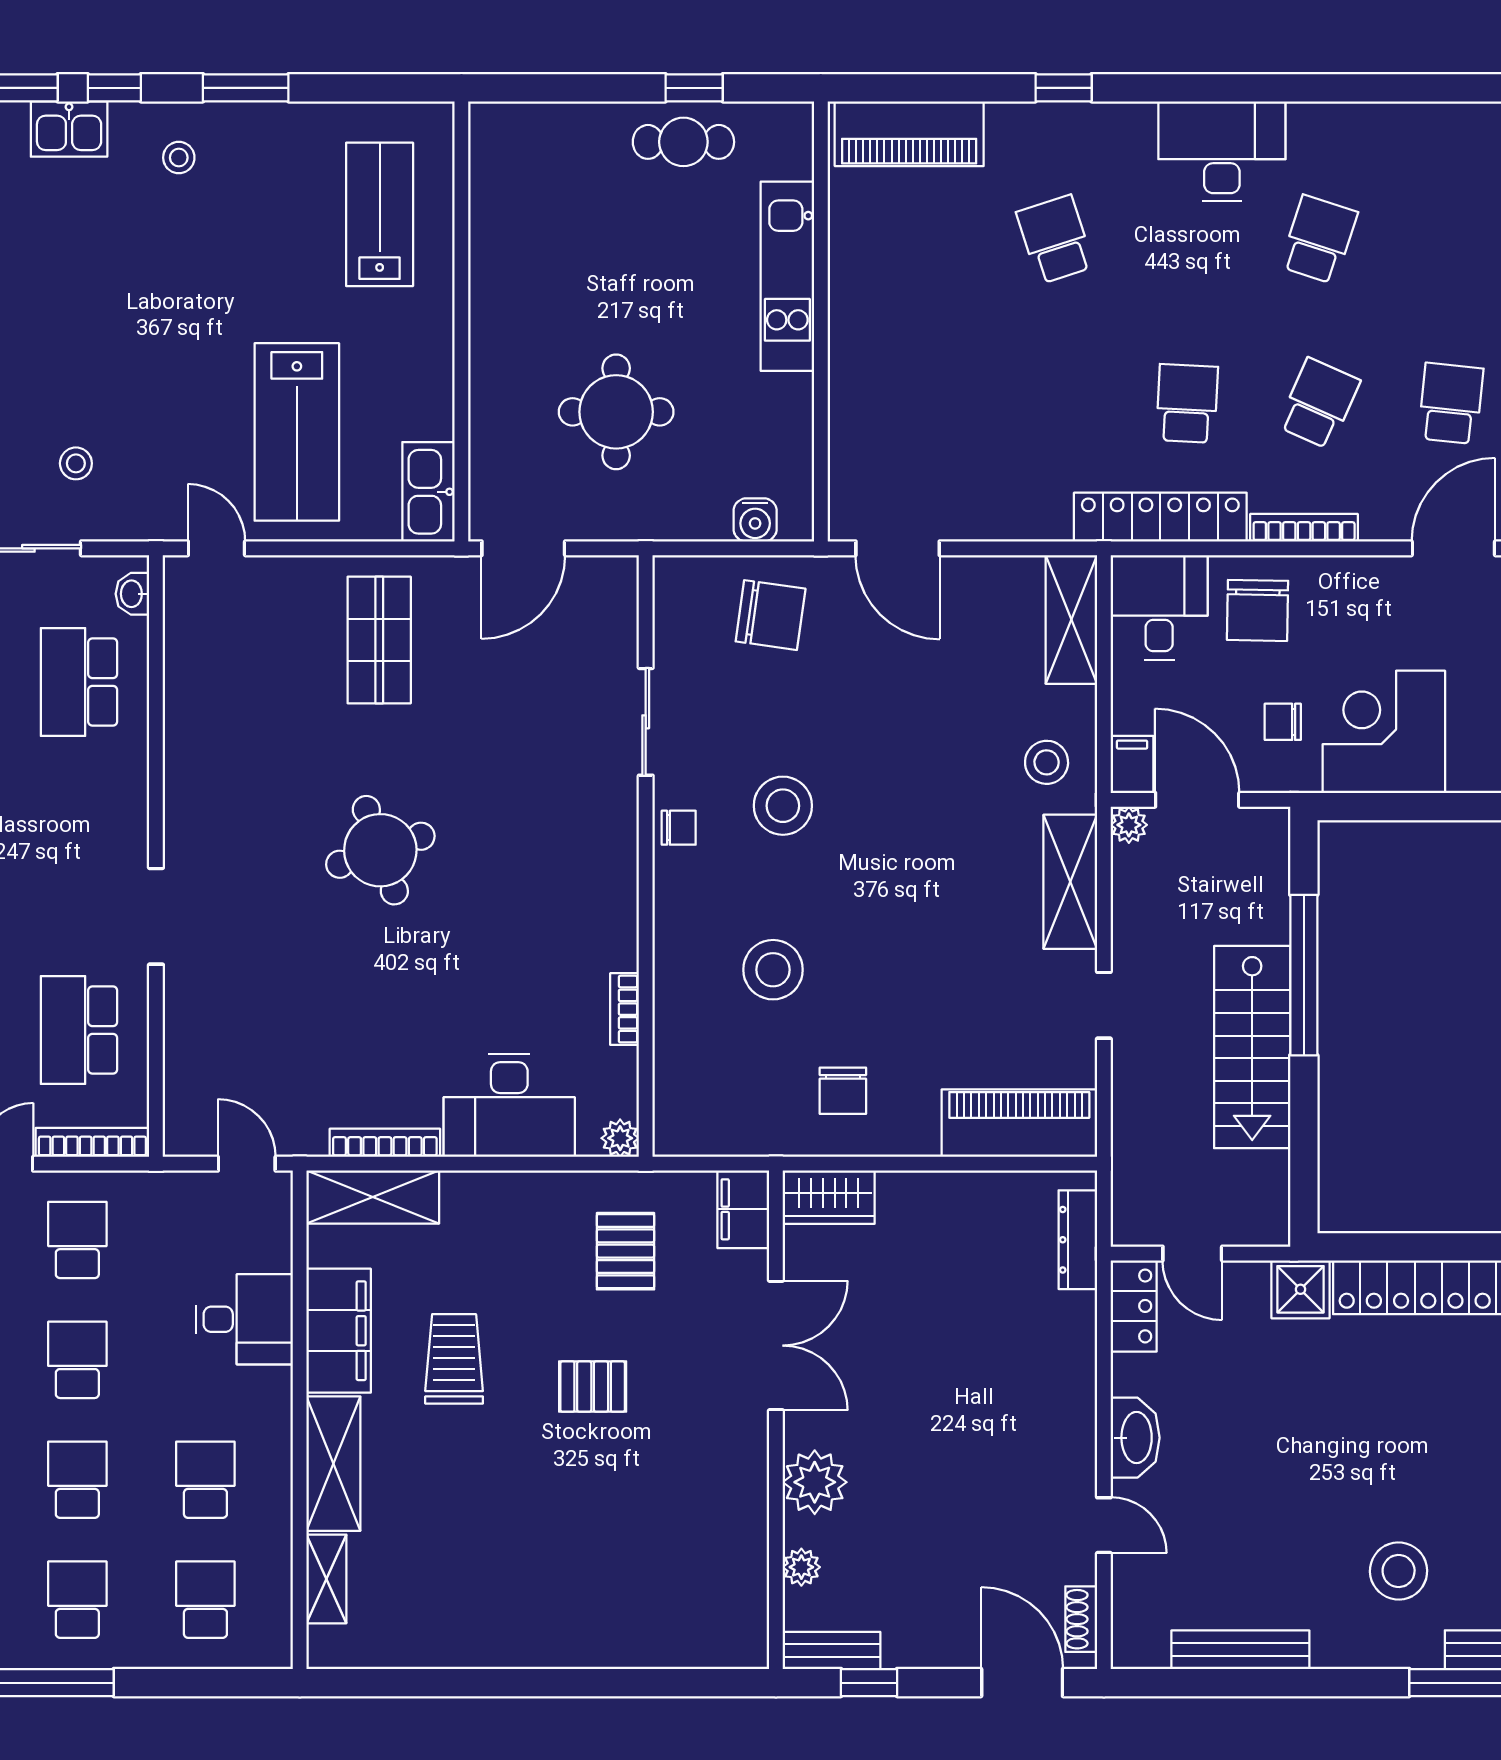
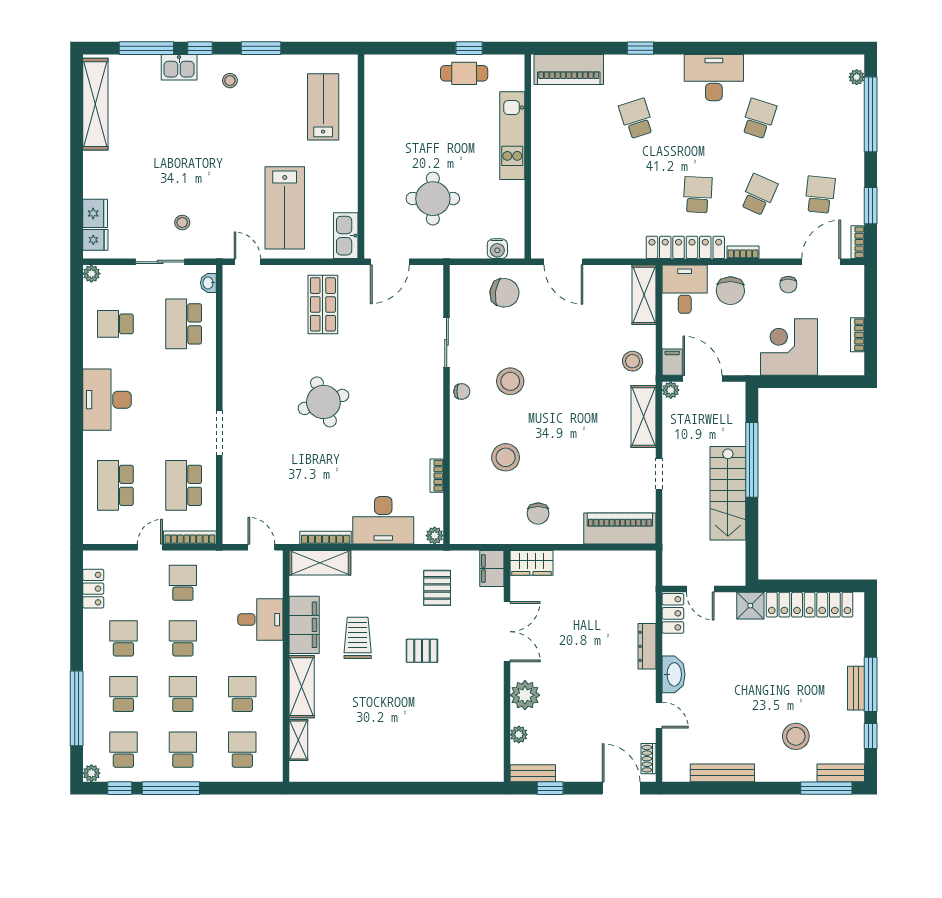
bookcase: (1304, 528) -> (743, 252), width x0.64
chair: (1283, 722) -> (788, 285), moved, turned -90
dresser: (1078, 1240) -> (647, 646), moved

